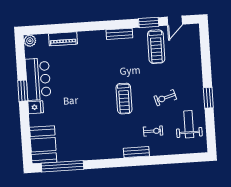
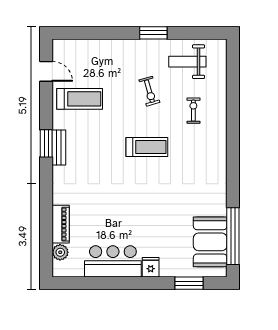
window: (149, 22) -> (46, 143), moved
plant: (30, 41) -> (60, 252), moved
window: (23, 91) -> (189, 283), moved
booth: (43, 145) -> (210, 242), moved, turned 90
bench: (136, 152) -> (220, 135), removed

